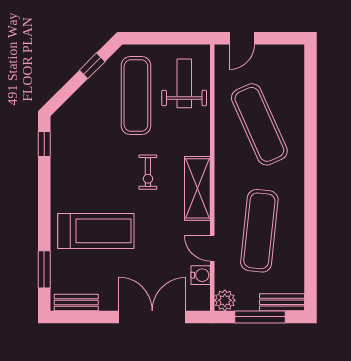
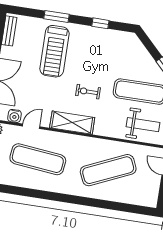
window: (44, 144) -> (100, 23), moved
window: (44, 269) -> (56, 16), moved

